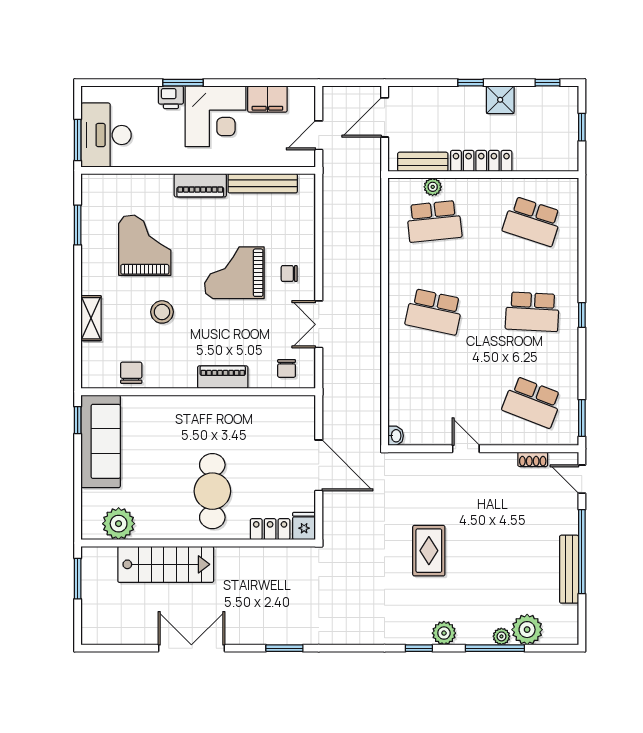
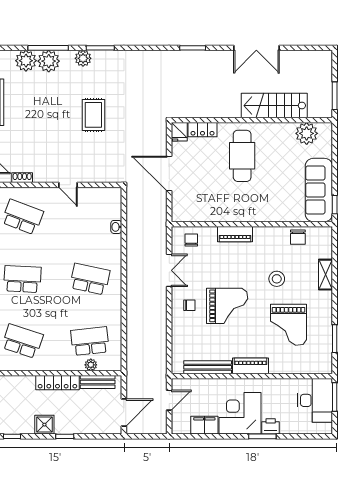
washbasin: (396, 436) -> (116, 227), moved
plant: (501, 636) -> (49, 61), width x1.87, depth x1.87
window: (419, 648) -> (100, 48), width x1.50

